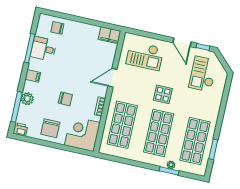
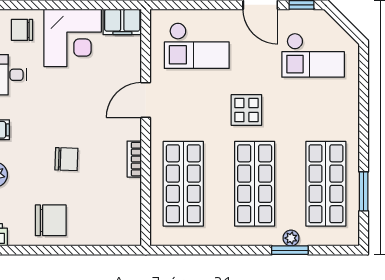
checkout: (203, 74) -> (313, 55), turned -90
chair: (50, 128) -> (51, 220), turned -90
corner desk: (82, 134) -> (73, 38), moved, turned 180

